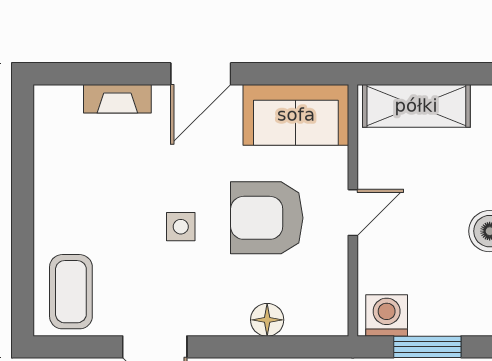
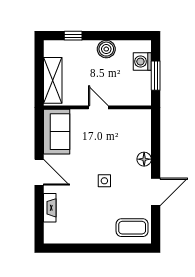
armchair: (267, 218) -> (101, 144), removed
washing machine: (387, 316) -> (142, 62), moved
floor lamp: (267, 320) -> (144, 159), moved

